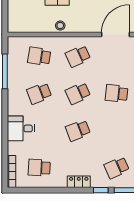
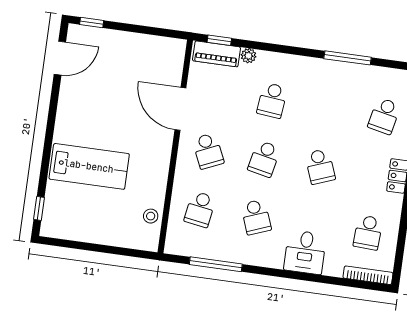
stool: (60, 26) -> (151, 216), moved
door: (116, 34) -> (180, 109), moved
school desk: (78, 93) -> (264, 159), turned 36
school desk: (117, 168) -> (384, 116), turned 36

